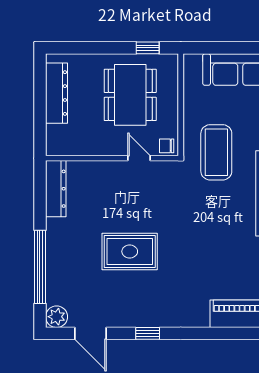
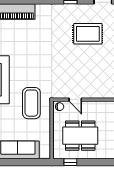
dining table: (130, 95) -> (80, 136), turned 90
rug: (130, 251) -> (88, 34), moved

